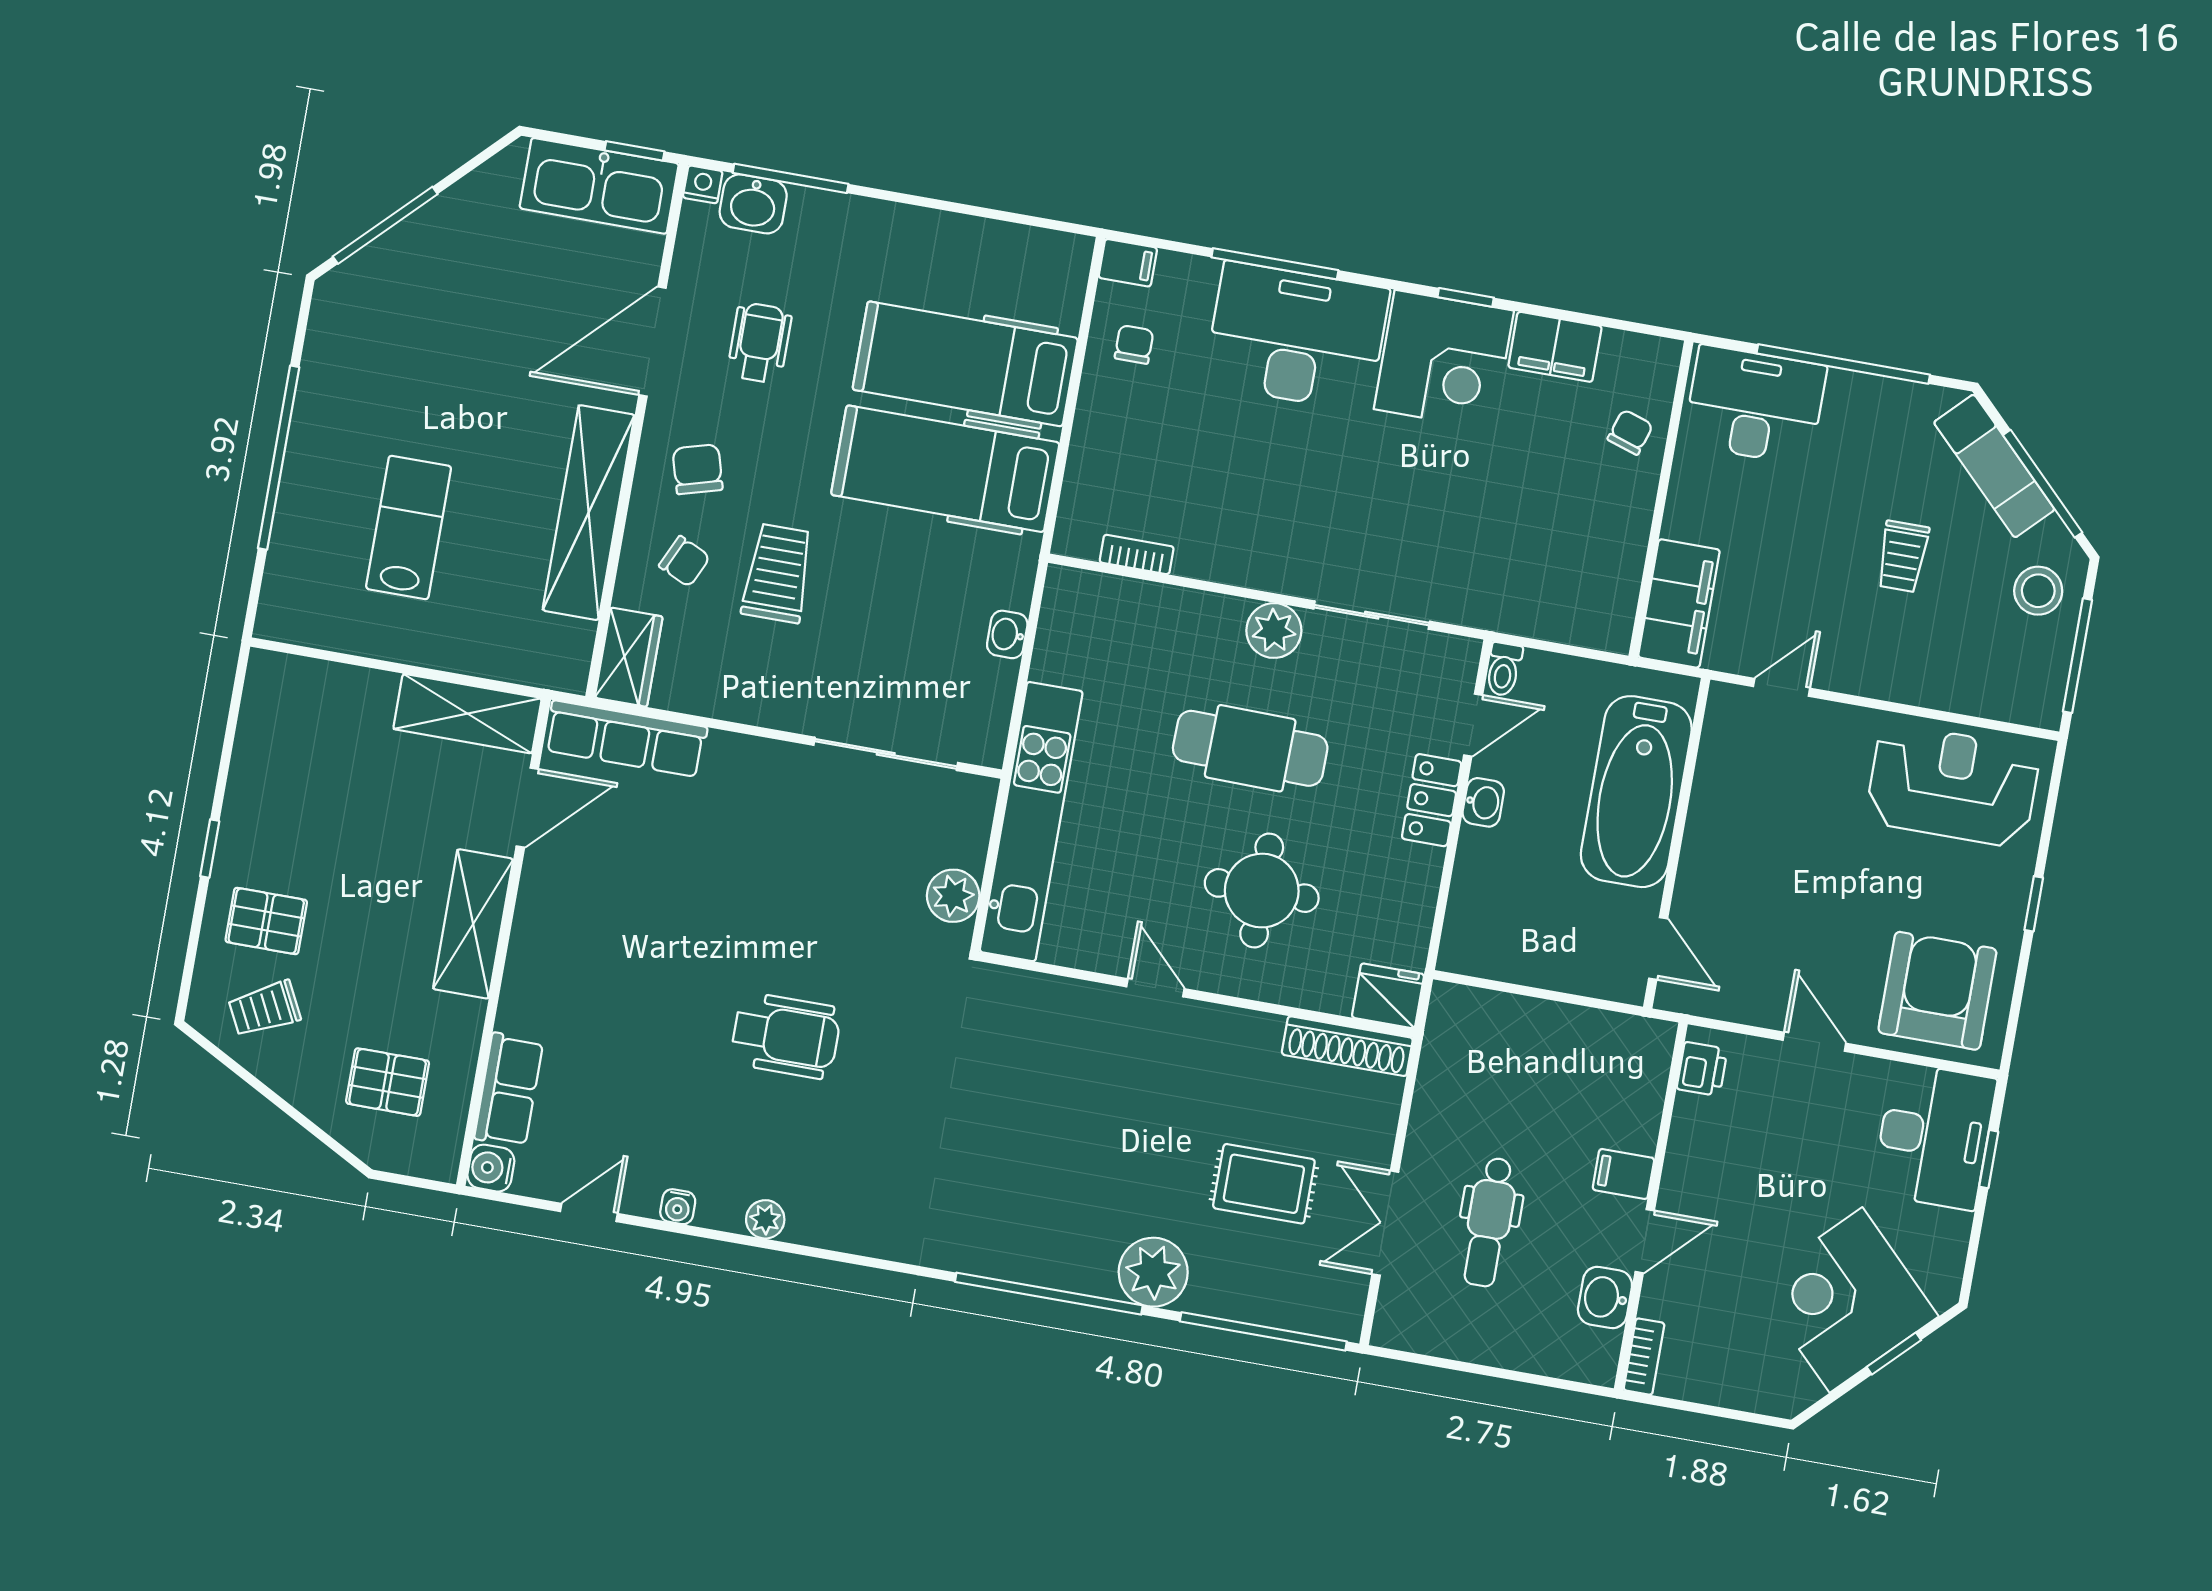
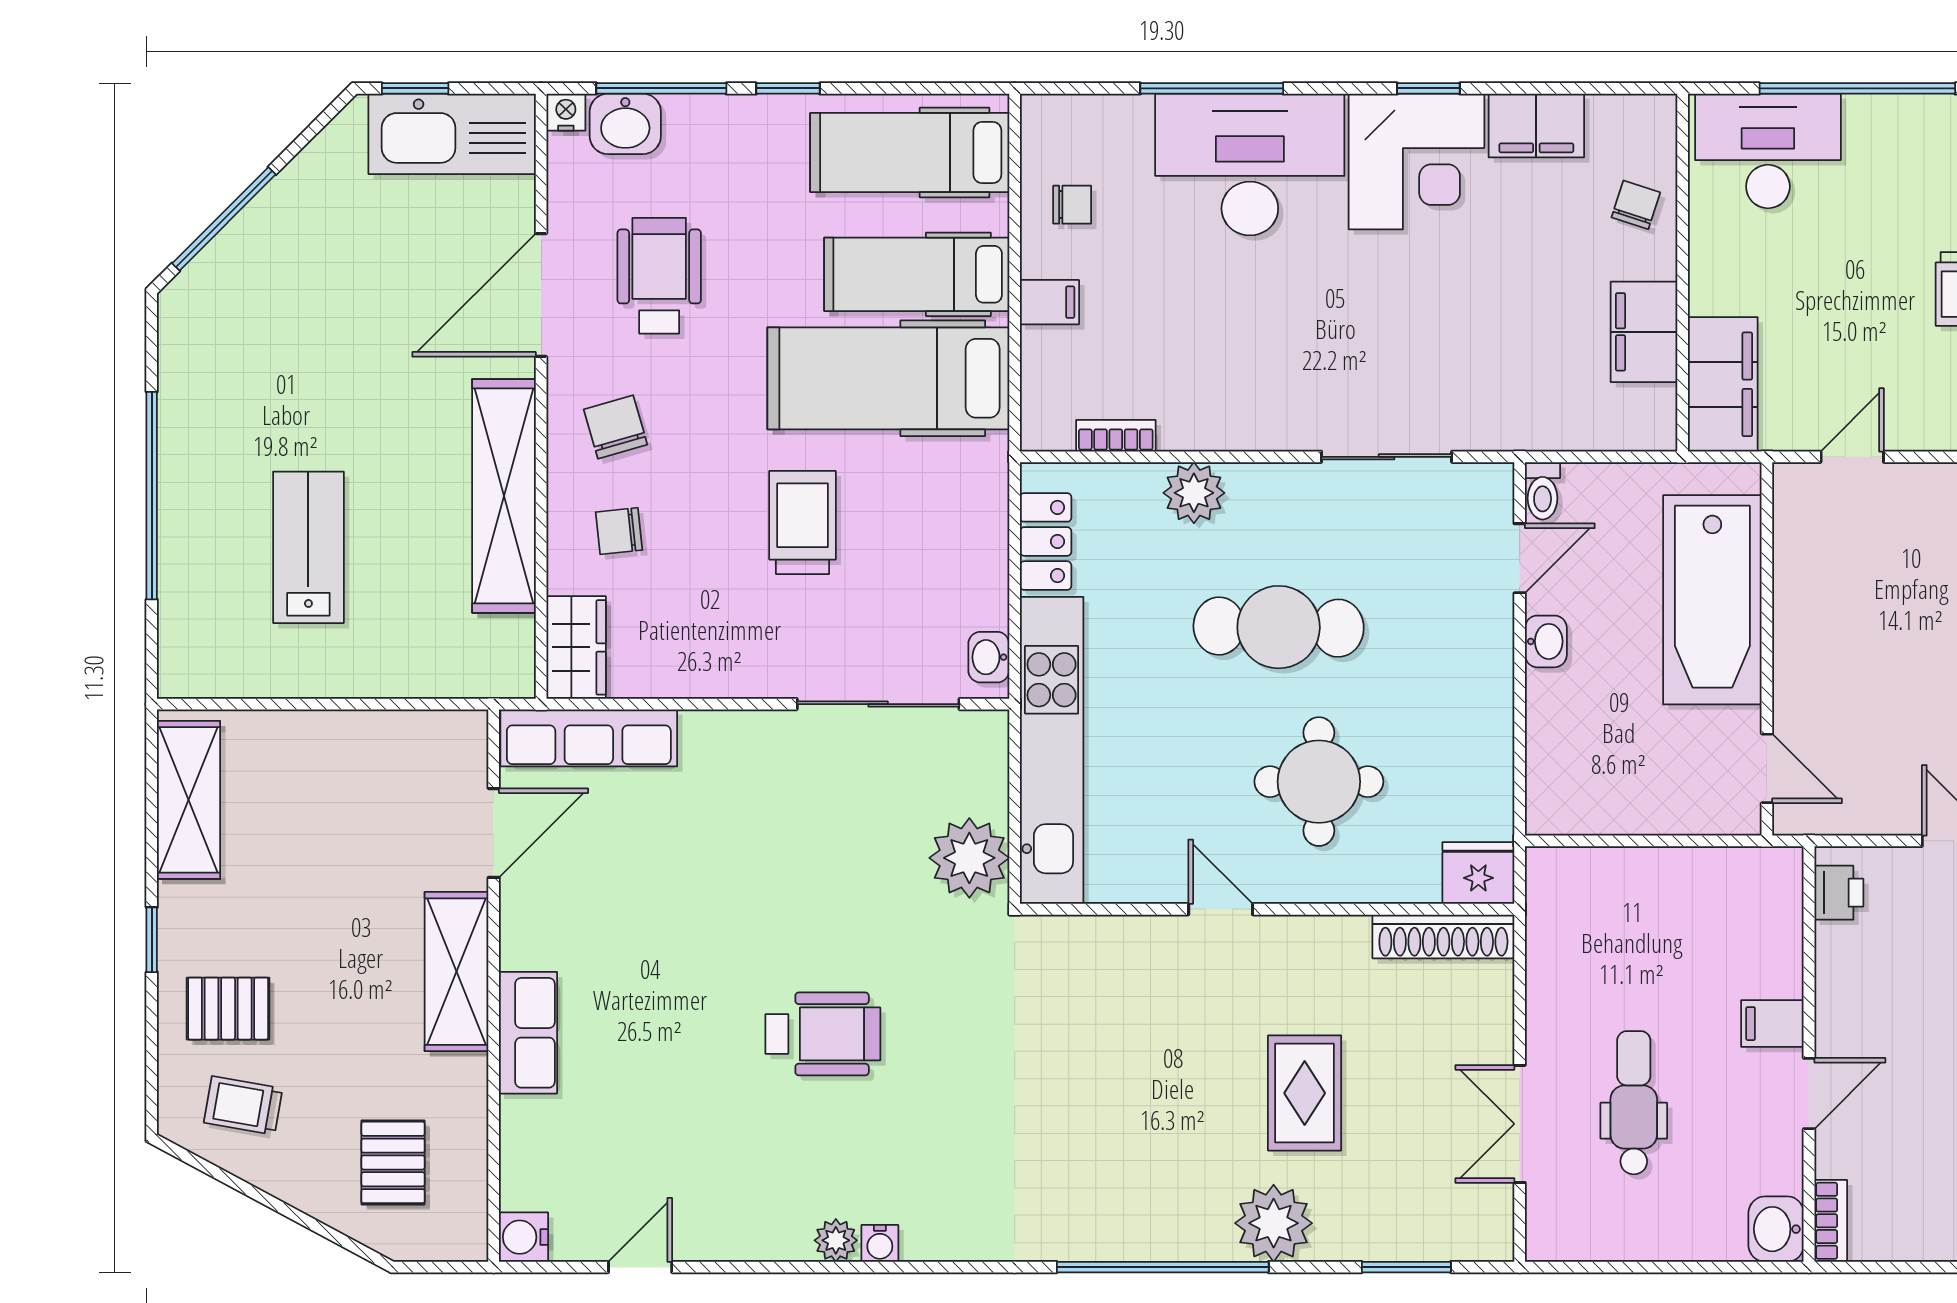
window: (635, 151) -> (415, 88), moved
window: (902, 198) -> (788, 88), added
filing cabinet: (1128, 263) -> (1049, 302), moved
hospital bed: (999, 273) -> (910, 153), added
wheelchair: (760, 343) -> (659, 276), width x1.36, depth x1.37
chair: (1134, 344) -> (1072, 205), turned 90
hospital bed: (965, 364) -> (917, 274), width x0.73, depth x0.78
filing cabinet: (1618, 545) -> (1644, 332), added
chair: (685, 561) -> (619, 531), turned 149
trolley: (778, 573) -> (802, 522), moved
plant: (1274, 631) -> (1194, 493), moved
washbasin: (1007, 634) -> (989, 657), moved
shelving: (467, 714) -> (189, 800), moved, turned 90
locker: (1432, 800) -> (1046, 541), moved, turned 180
plant: (953, 896) -> (969, 858), width x1.36, depth x1.36
trolley: (265, 1009) -> (243, 1105), turned 37
pallet: (388, 1082) -> (393, 1162), turned 90
row of seats: (509, 1090) -> (528, 1033), moved
rug: (1264, 1184) -> (1305, 1093), moved, turned 90
water cooler: (678, 1207) -> (880, 1243), moved
dental chair: (1489, 1222) -> (1634, 1103), turned 180
washbasin: (1605, 1297) -> (1776, 1229), moved
window: (1263, 1331) -> (1406, 1267), width x0.47

